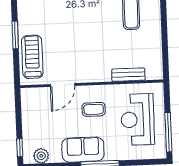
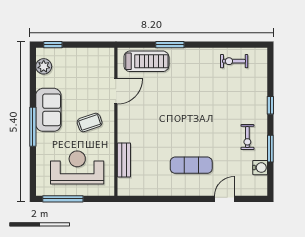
door: (63, 85) -> (116, 91), swing flipped
coffee table: (94, 109) -> (90, 122), turned 71

